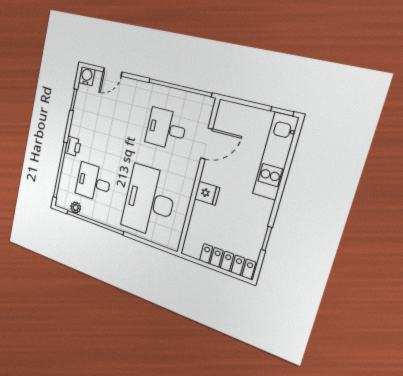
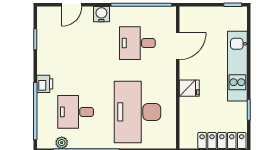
water cooler: (87, 76) -> (101, 14), moved
kitchen unit: (275, 156) -> (237, 66), moved

